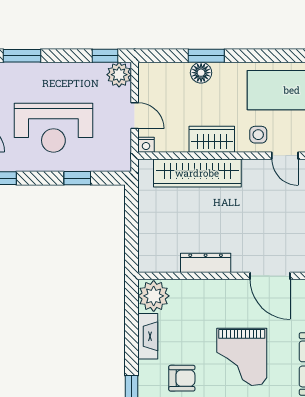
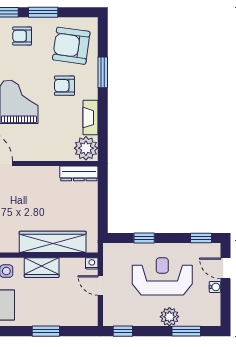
floor lamp: (201, 73) -> (50, 318), removed
plant: (119, 75) -> (169, 317), moved
dresser: (206, 263) -> (79, 173), moved

